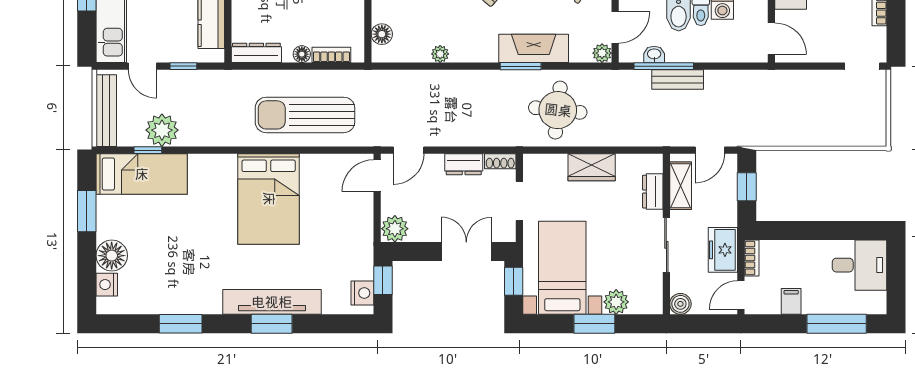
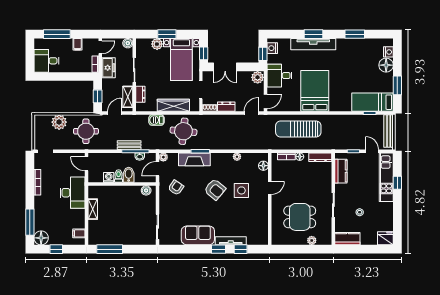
round table: (772, 110) -> (86, 131), added
sun lounger: (305, 115) -> (298, 129), turned 180
plant: (162, 130) -> (59, 122), moved
barbecue: (617, 135) -> (156, 120), added
wardrobe: (592, 167) -> (173, 105), width x1.50
desk: (346, 233) -> (280, 76), added

